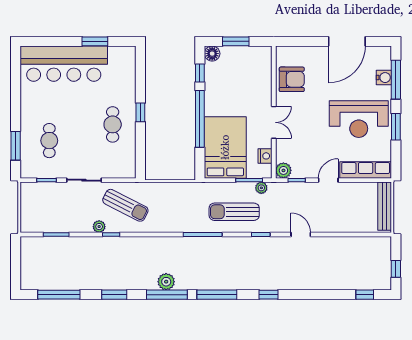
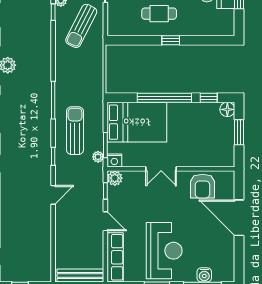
door: (347, 41) -> (239, 218), moved
reception desk: (359, 119) -> (164, 251), turned 180
nightstand: (265, 156) -> (114, 160), moved

